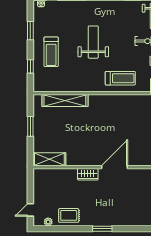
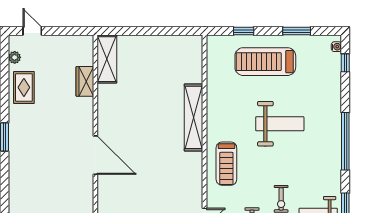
treadmill: (51, 52) -> (265, 62), width x1.37, depth x1.38
shelving: (65, 101) -> (193, 117), moved
window: (30, 126) -> (155, 31), removed
wardrobe: (88, 174) -> (85, 81), moved

